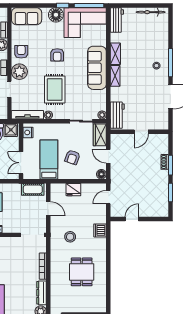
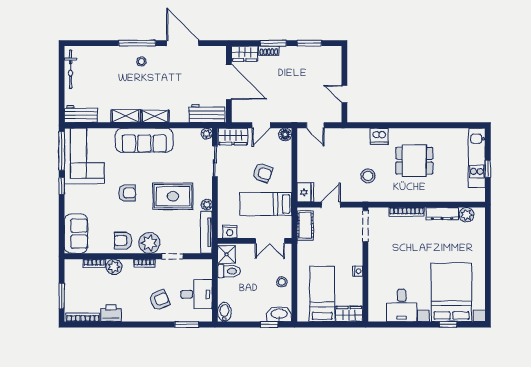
floor lamp: (56, 15) -> (74, 195), removed
door: (141, 132) -> (229, 82), width x1.87
wardrobe: (163, 144) -> (245, 53), added
fridge: (73, 190) -> (305, 192), moved
dishwasher: (100, 230) -> (379, 136), moved

